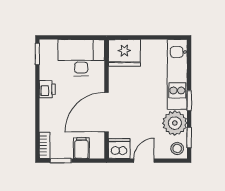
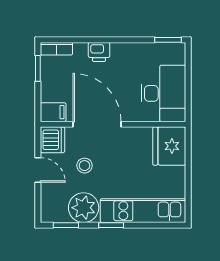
printer: (47, 89) -> (99, 52), moved
filing cabinet: (81, 148) -> (53, 112), moved
stool: (177, 149) -> (84, 166), moved

